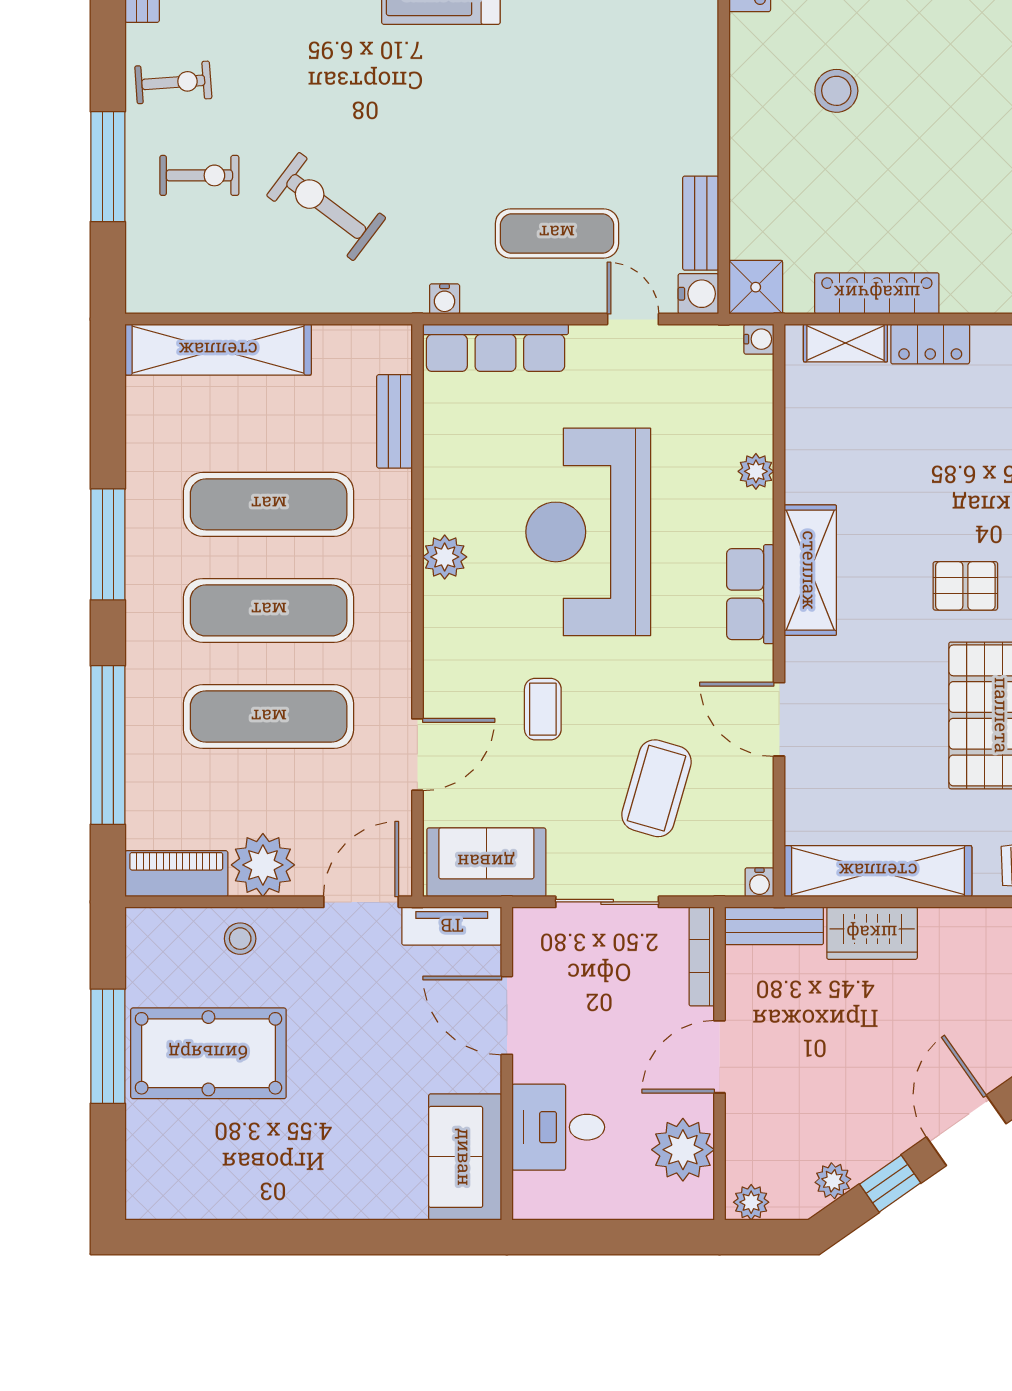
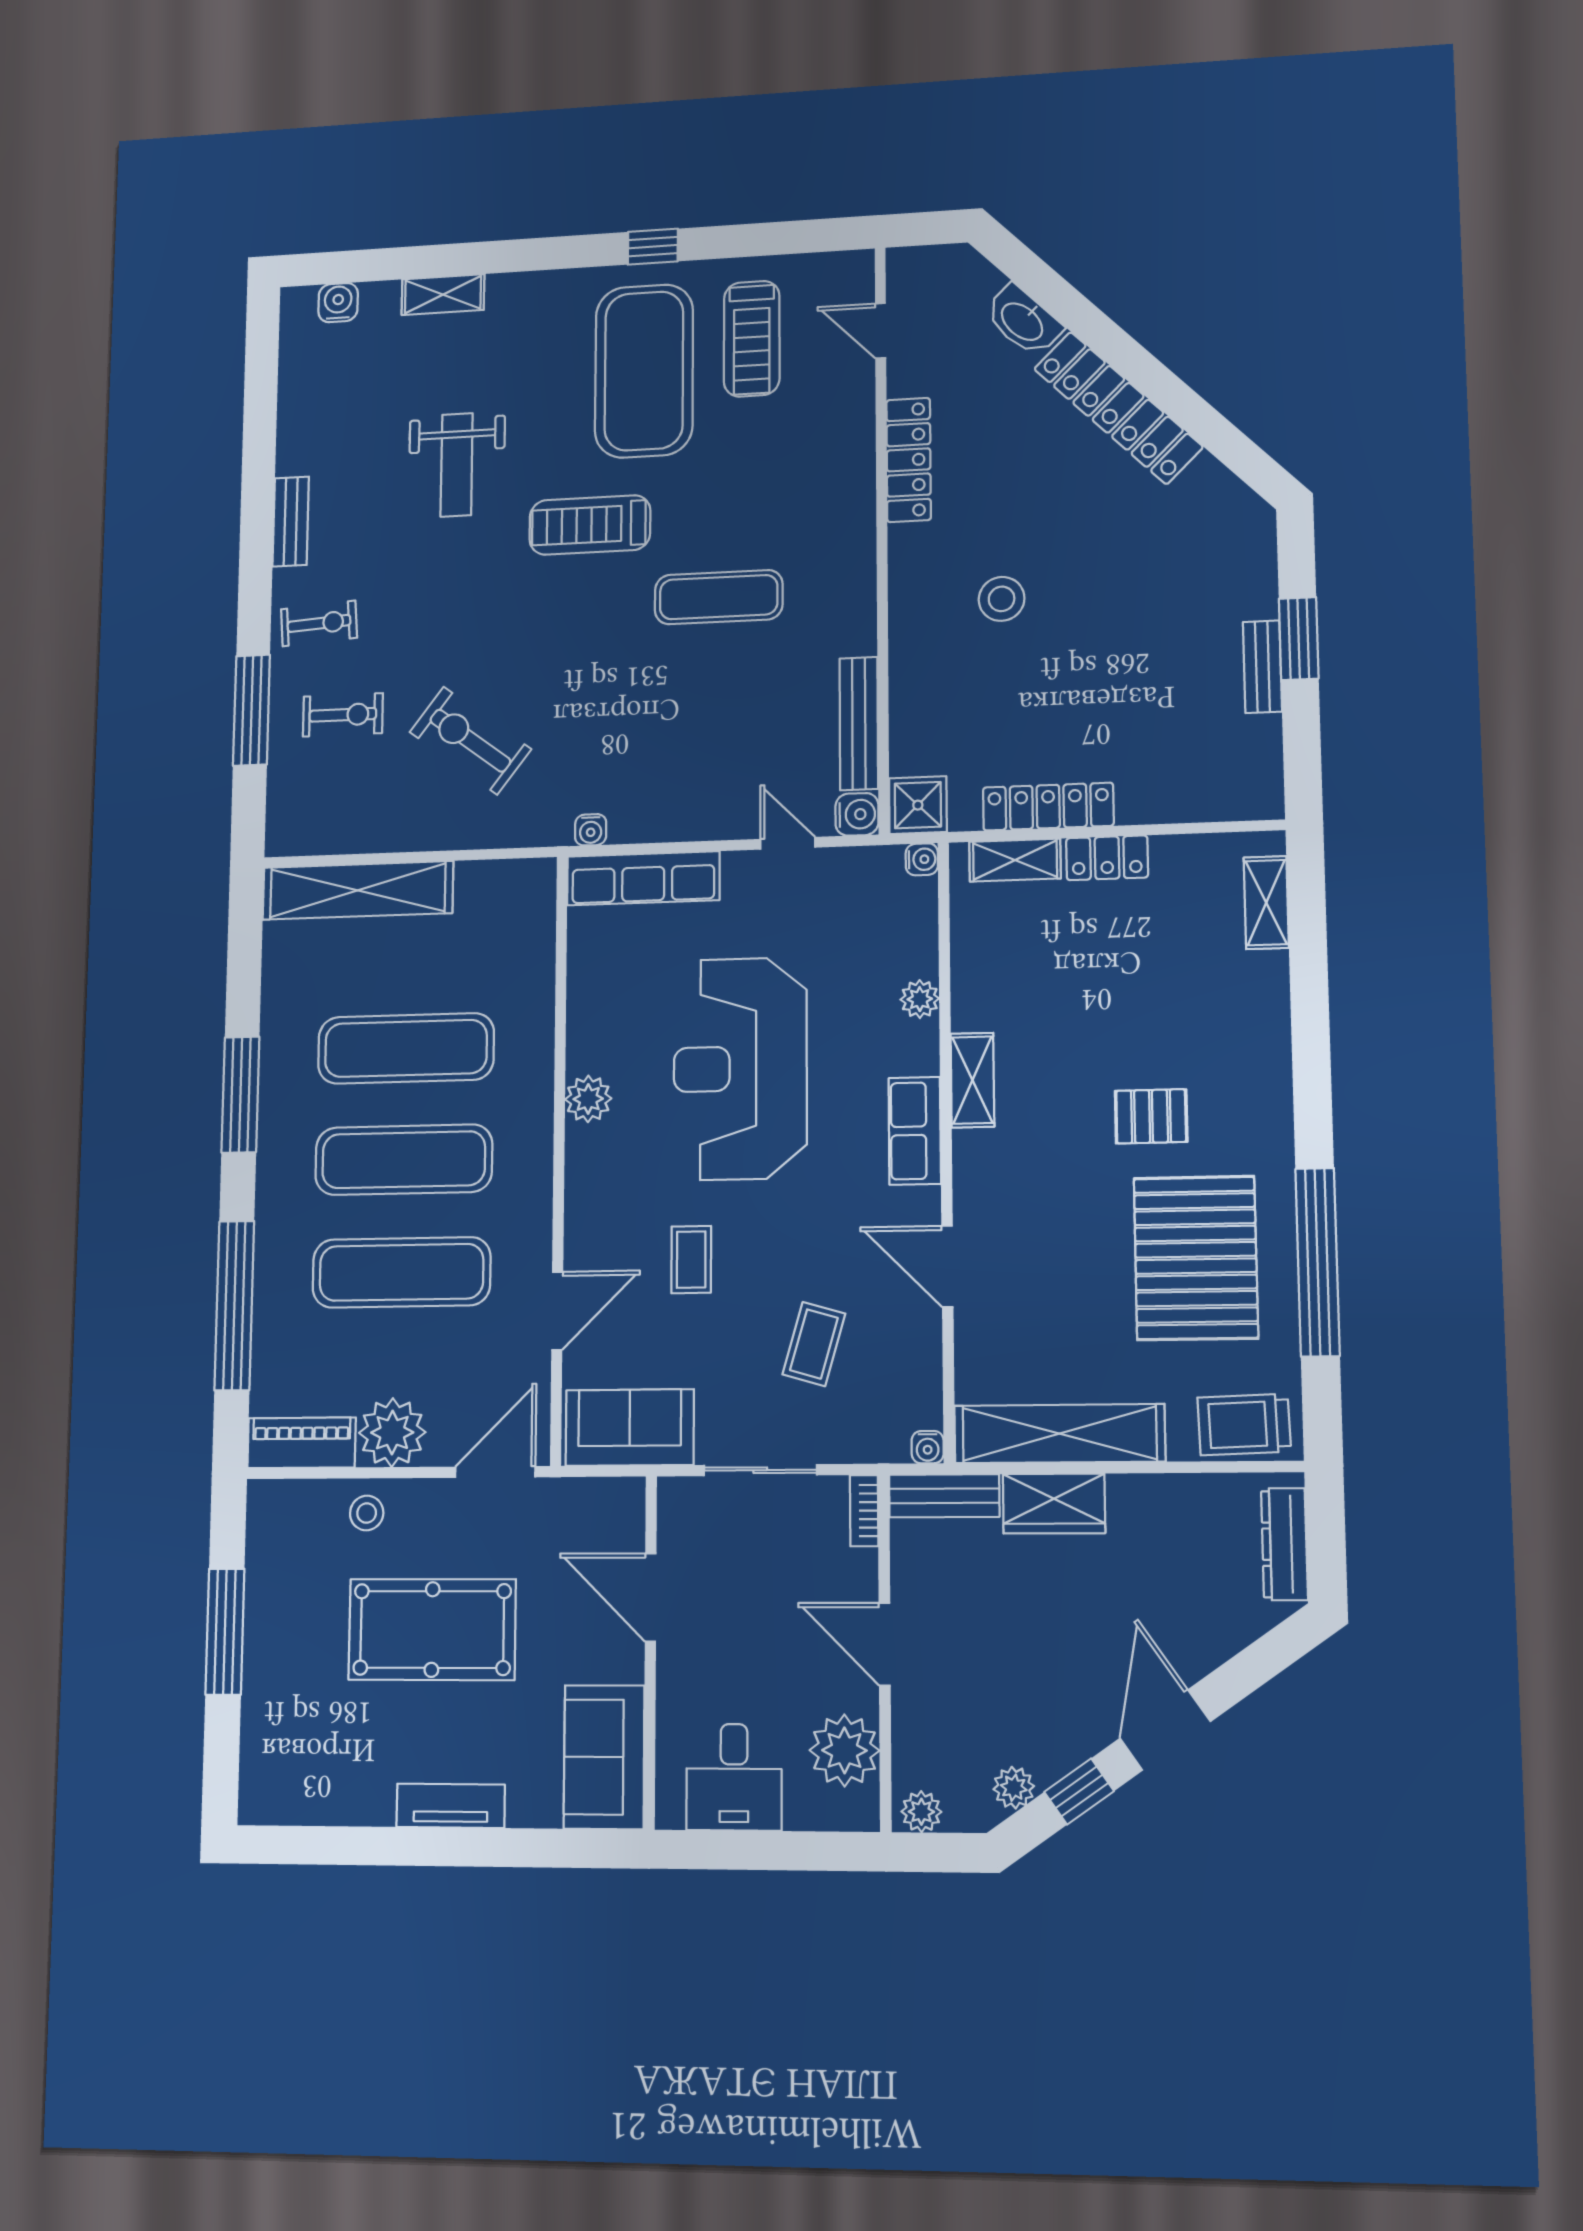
bench: (701, 223) -> (859, 724), width x1.36
exercise mat: (557, 233) -> (719, 597), moved
bench: (395, 421) -> (537, 958), removed
shelving: (810, 570) -> (972, 1080), width x0.67, depth x0.75
coffee table: (656, 788) -> (814, 1344), width x0.73, depth x0.77
tv unit: (452, 926) -> (451, 1806), moved, turned 180
bookcase: (702, 956) -> (864, 1511), width x0.64
pool table: (208, 1053) -> (432, 1629), moved
door: (719, 1057) -> (885, 1644), hinge flipped
desk: (558, 1127) -> (734, 1777), moved, turned -90

